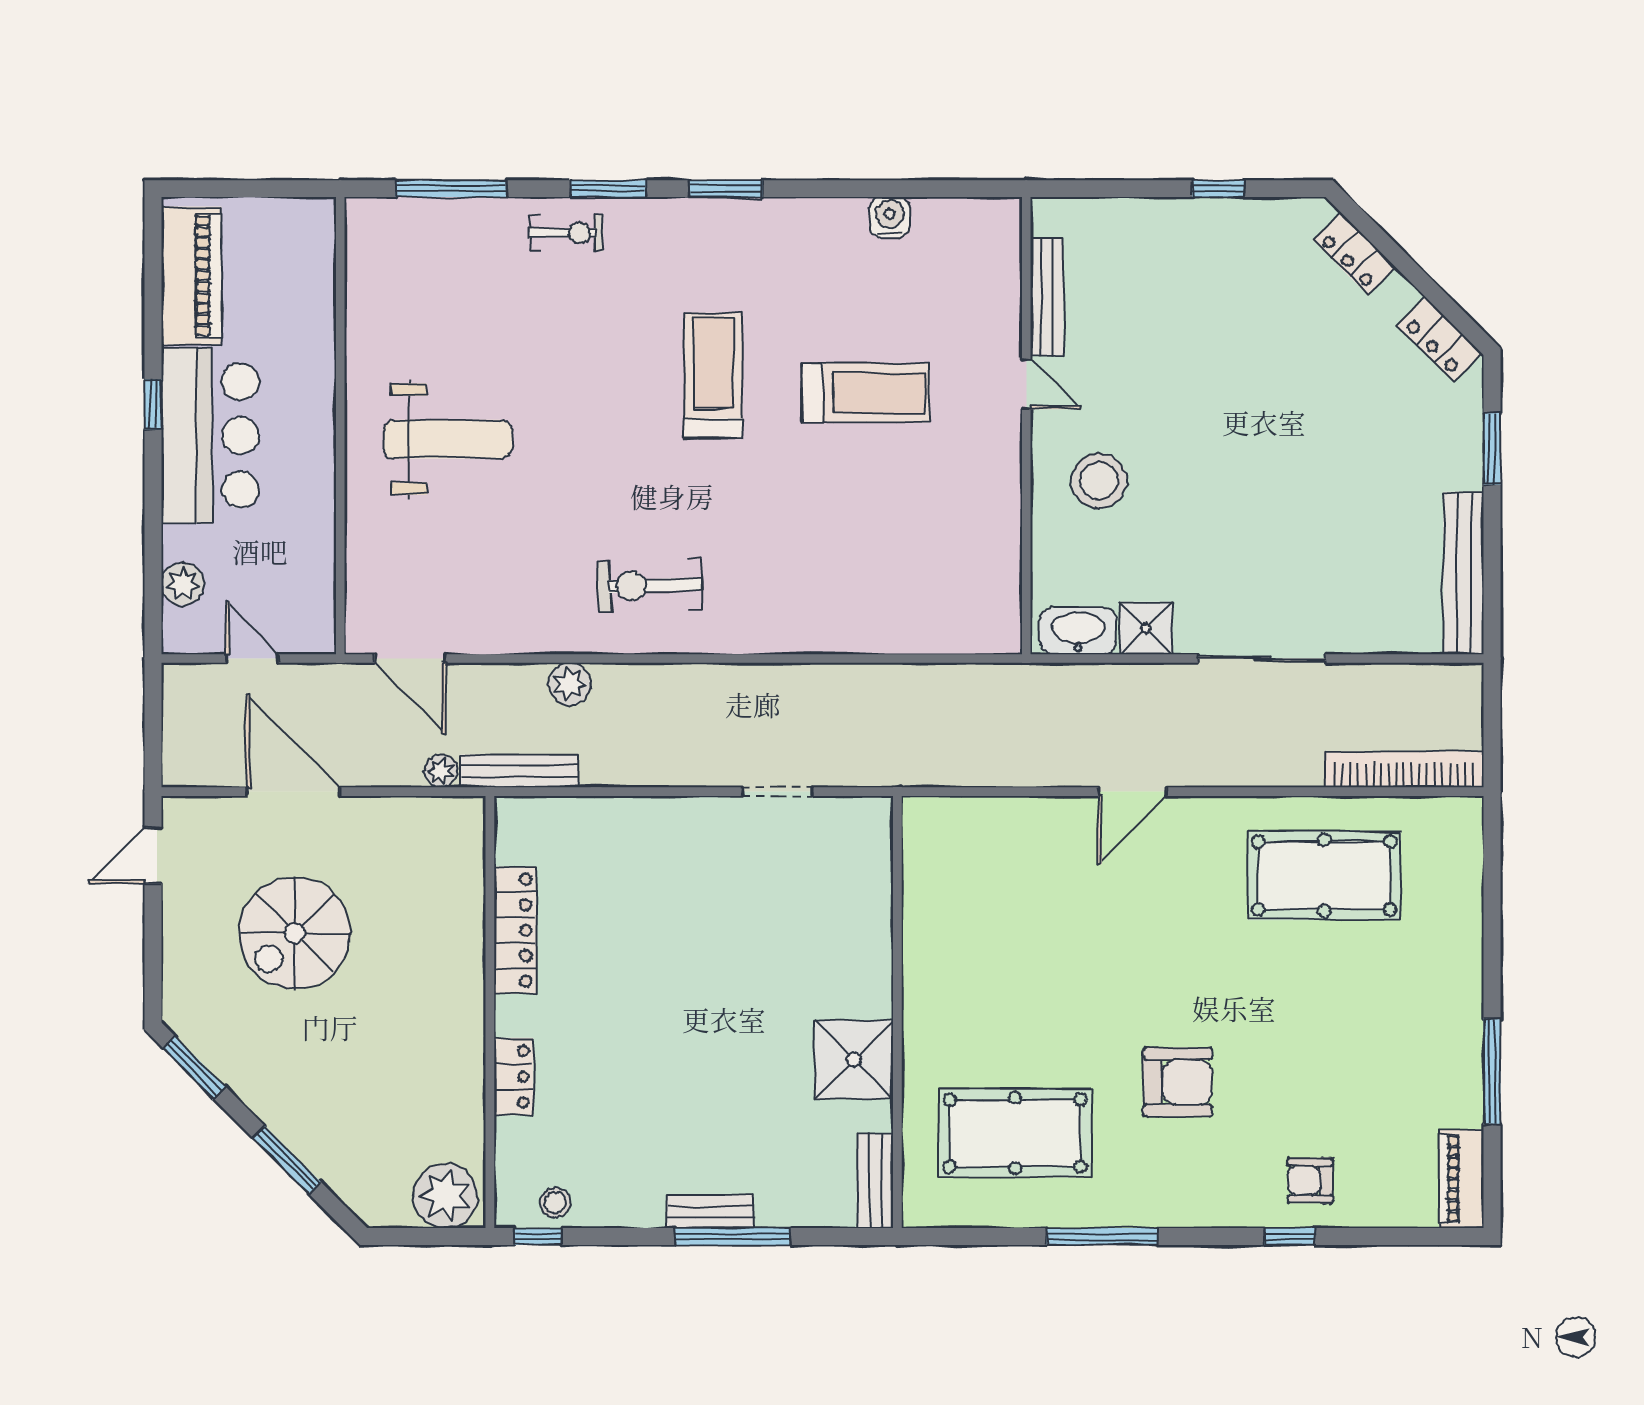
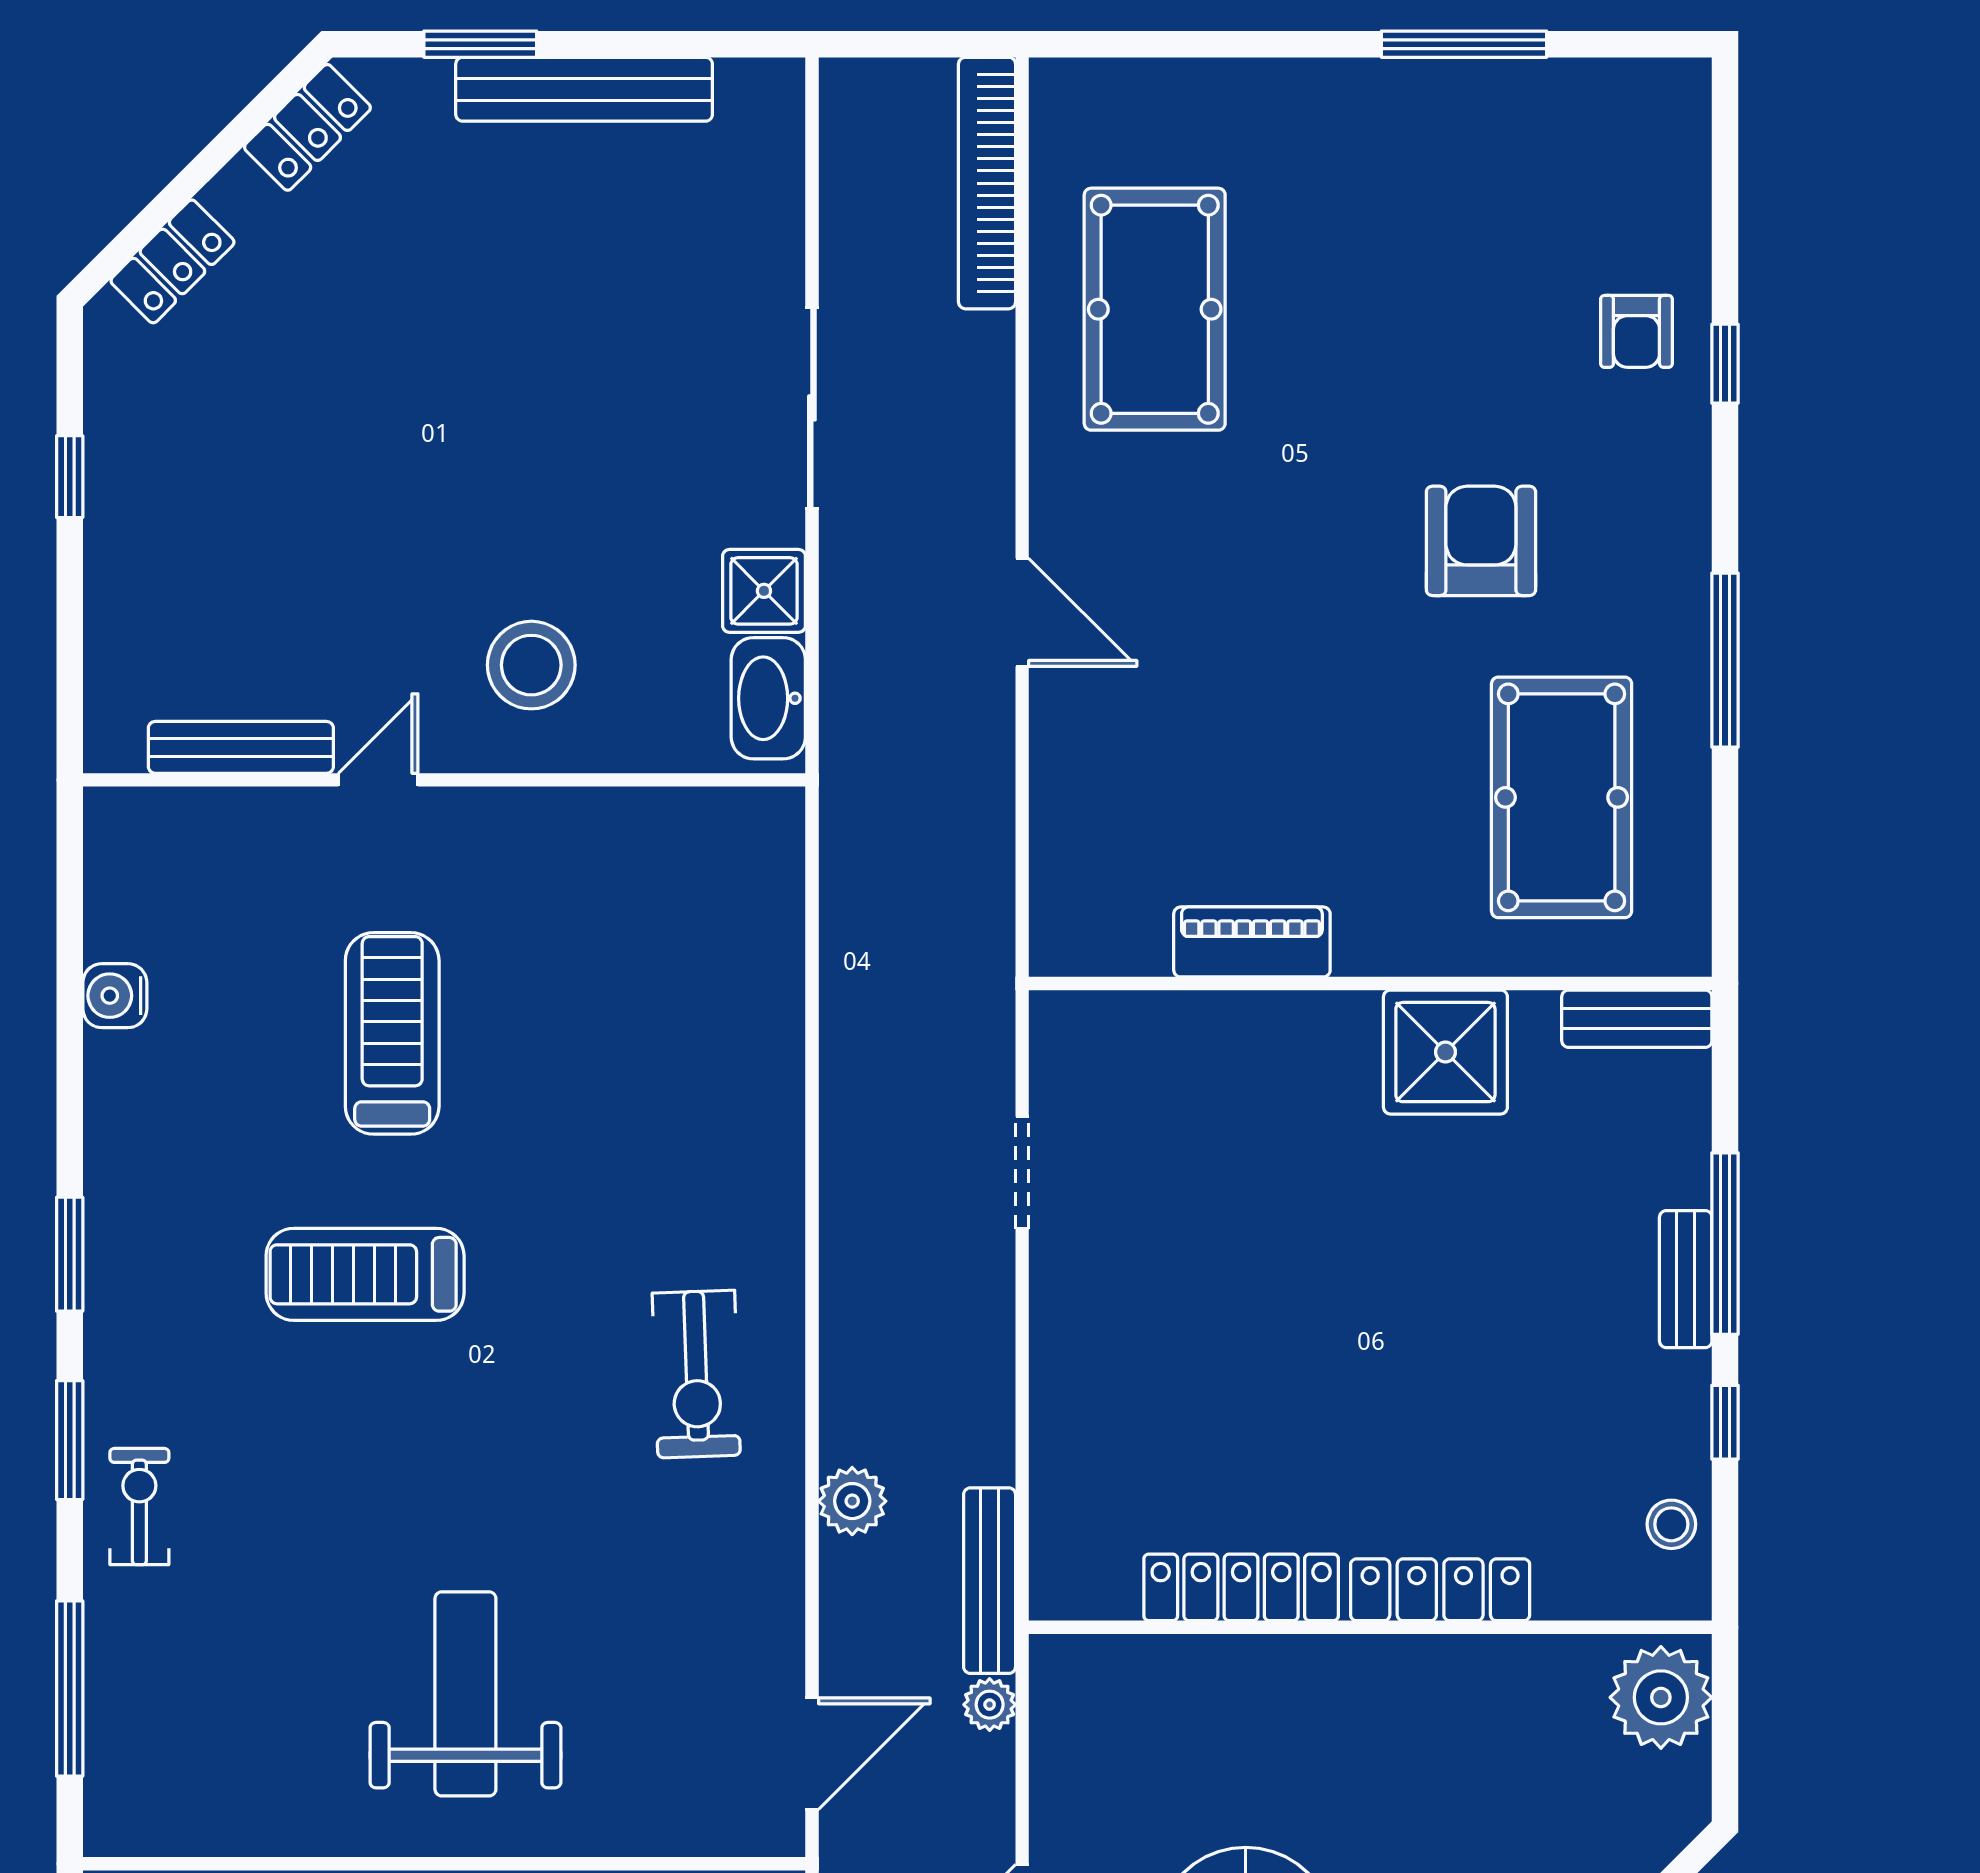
bench: (1463, 573) -> (584, 89), moved
locker: (514, 1077) -> (1440, 1590), width x1.53
piano: (1462, 1179) -> (1252, 942), moved, turned 180
window: (538, 1237) -> (1725, 1422), moved

